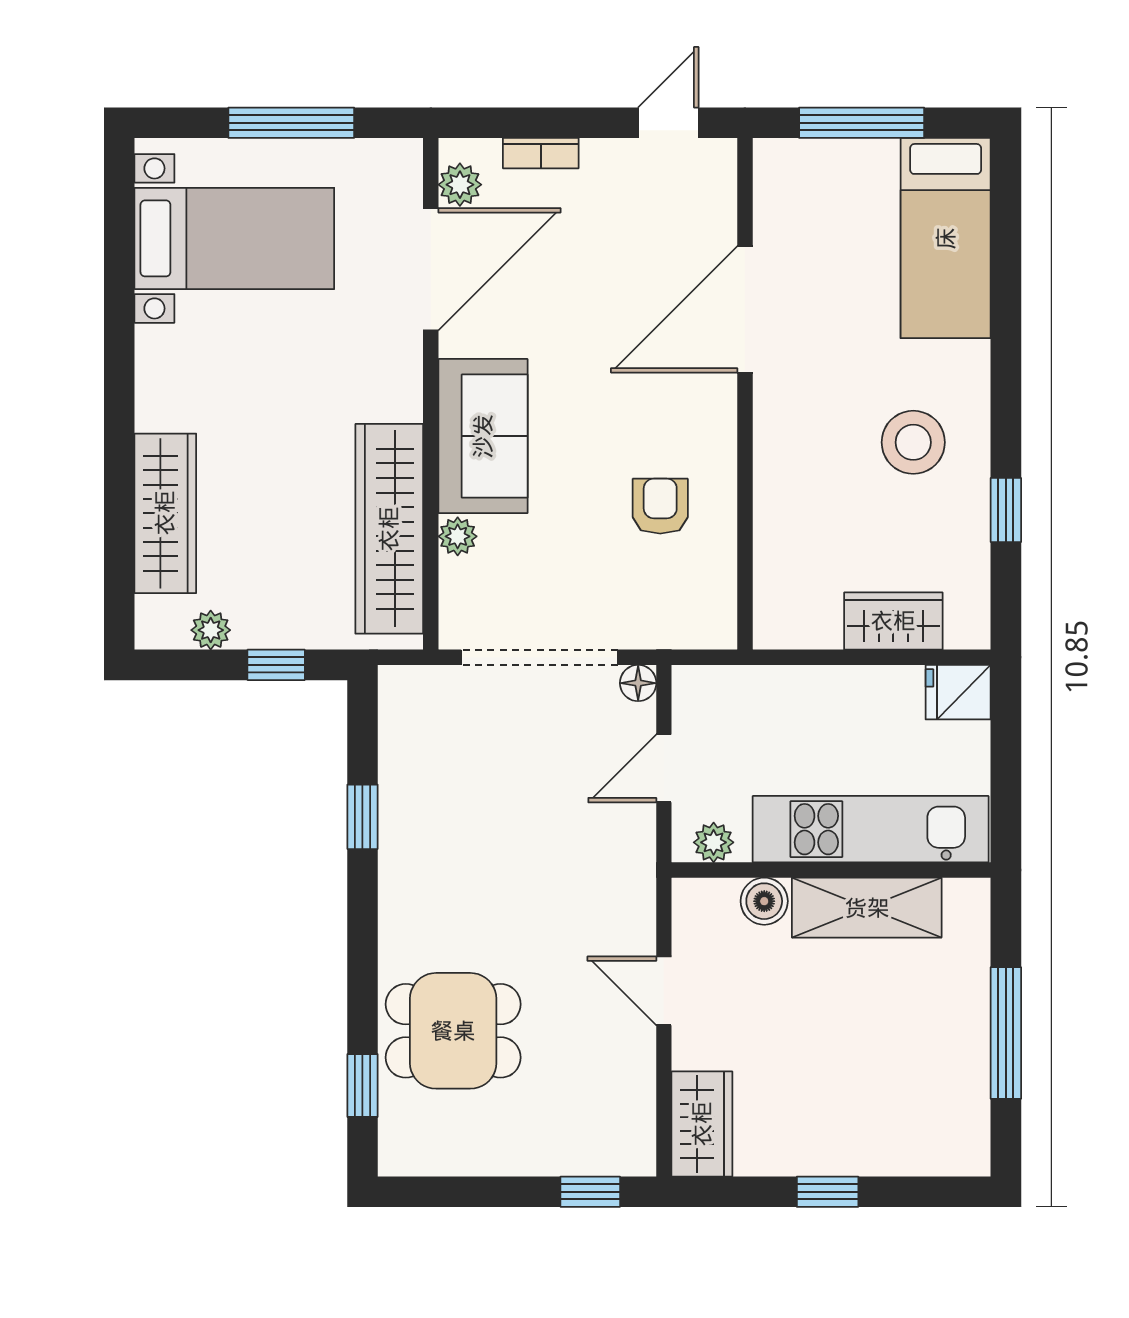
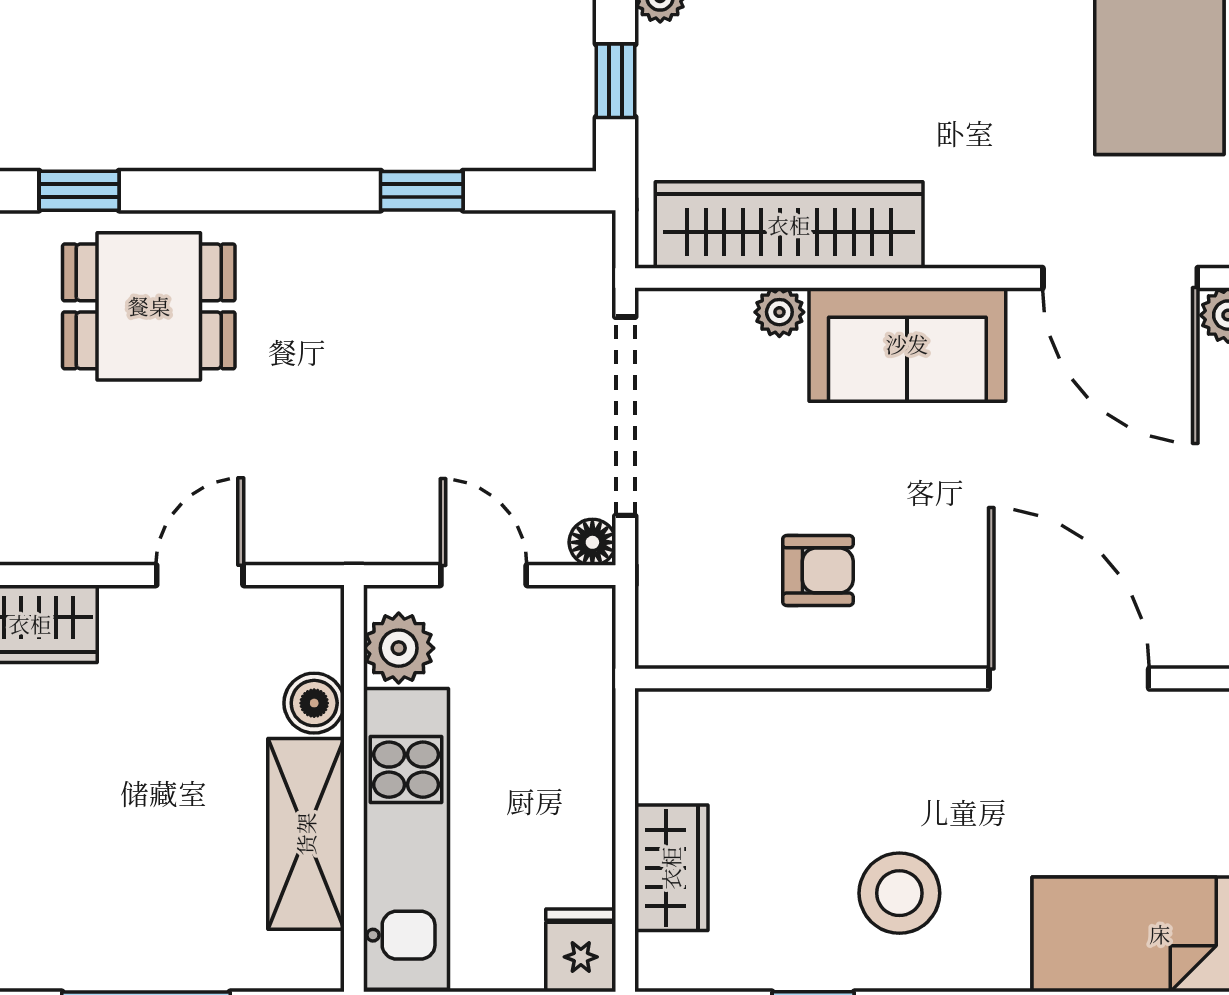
plant: (714, 842) -> (399, 648), width x1.38, depth x1.38
dining table: (453, 1031) -> (149, 306), turned 90

